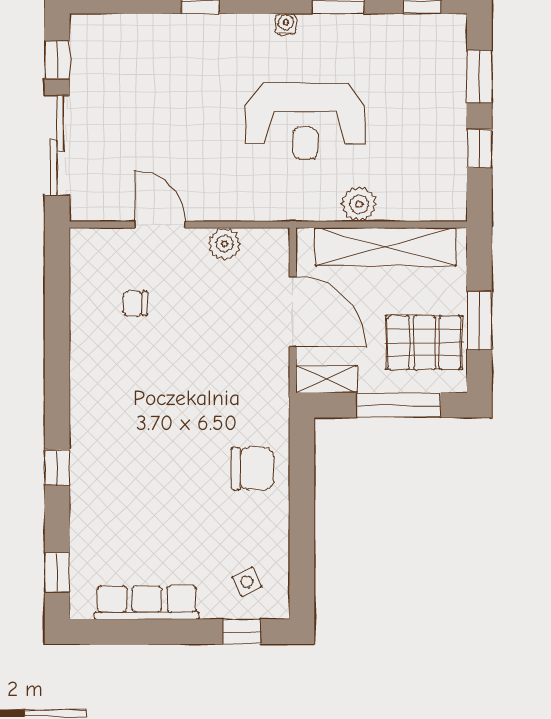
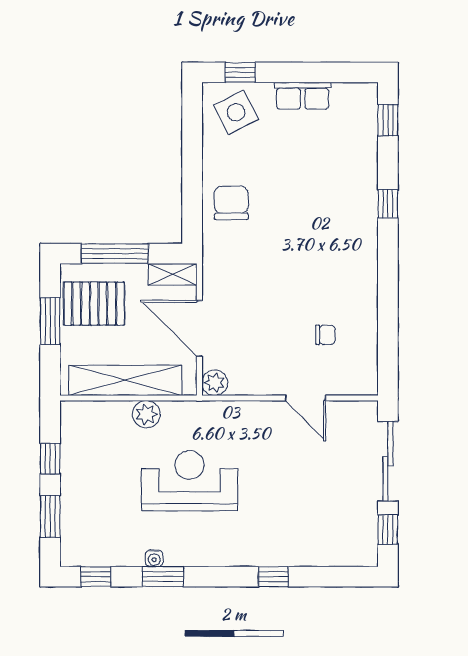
water cooler: (286, 24) -> (154, 558), moved
plant: (224, 244) -> (215, 383), moved
chair: (253, 469) -> (231, 203), turned 90
side table: (247, 582) -> (236, 112), width x1.87, depth x1.87
row of seats: (147, 603) -> (303, 96), width x0.68

